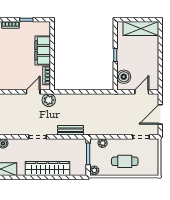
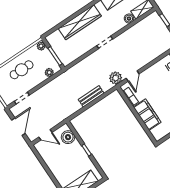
door: (142, 92) -> (45, 135), hinge flipped
bench: (71, 130) -> (91, 96), moved

